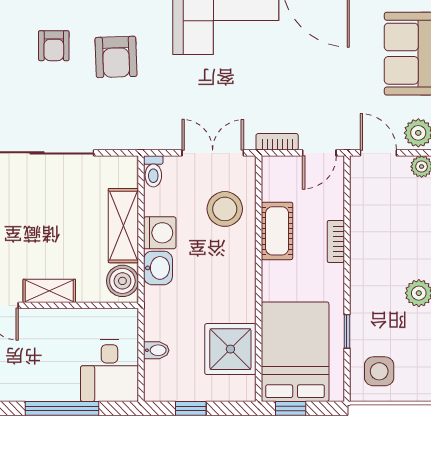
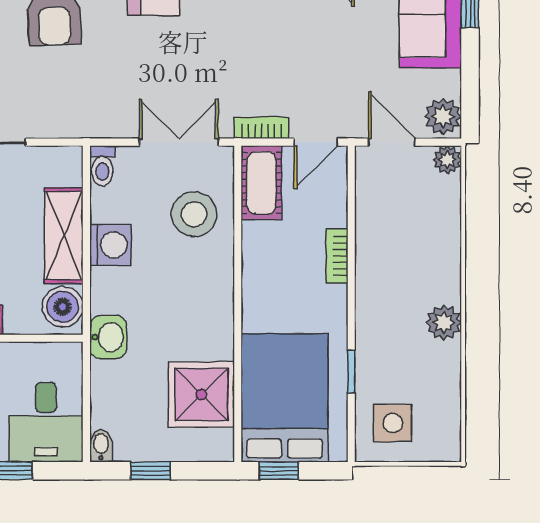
cot: (277, 231) -> (261, 183), moved
washbasin: (158, 268) -> (108, 337), moved
bidet: (156, 350) -> (101, 446), moved, turned -90

